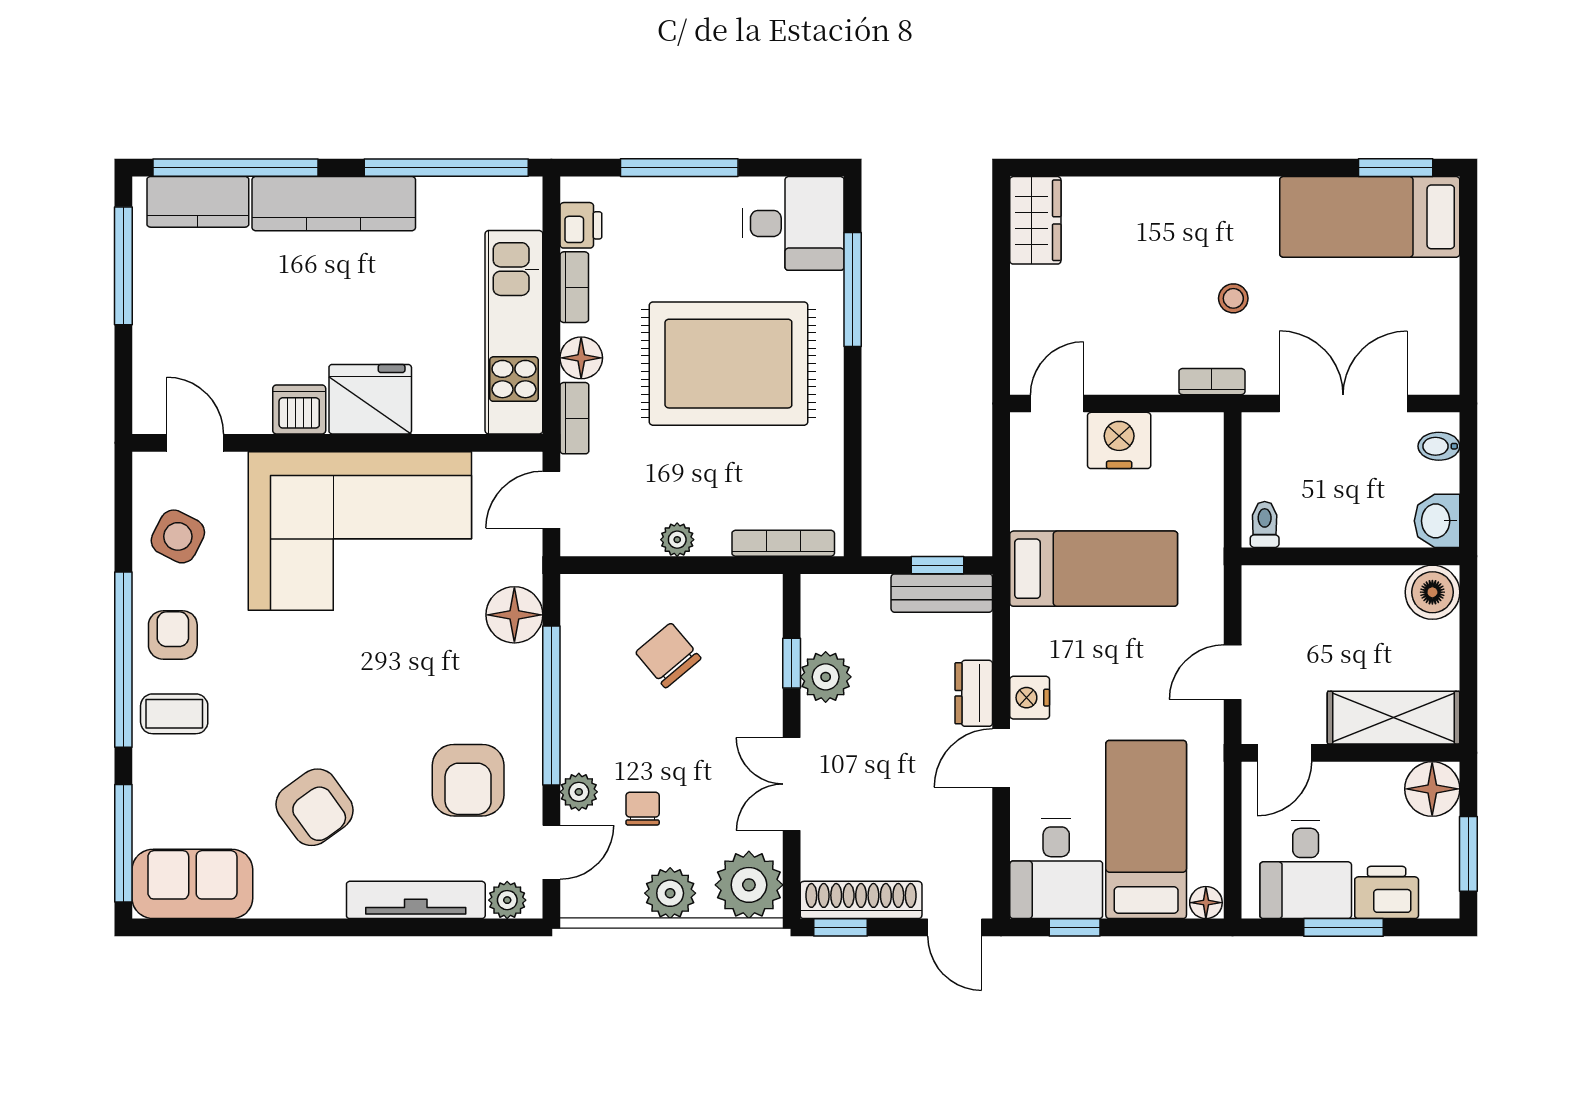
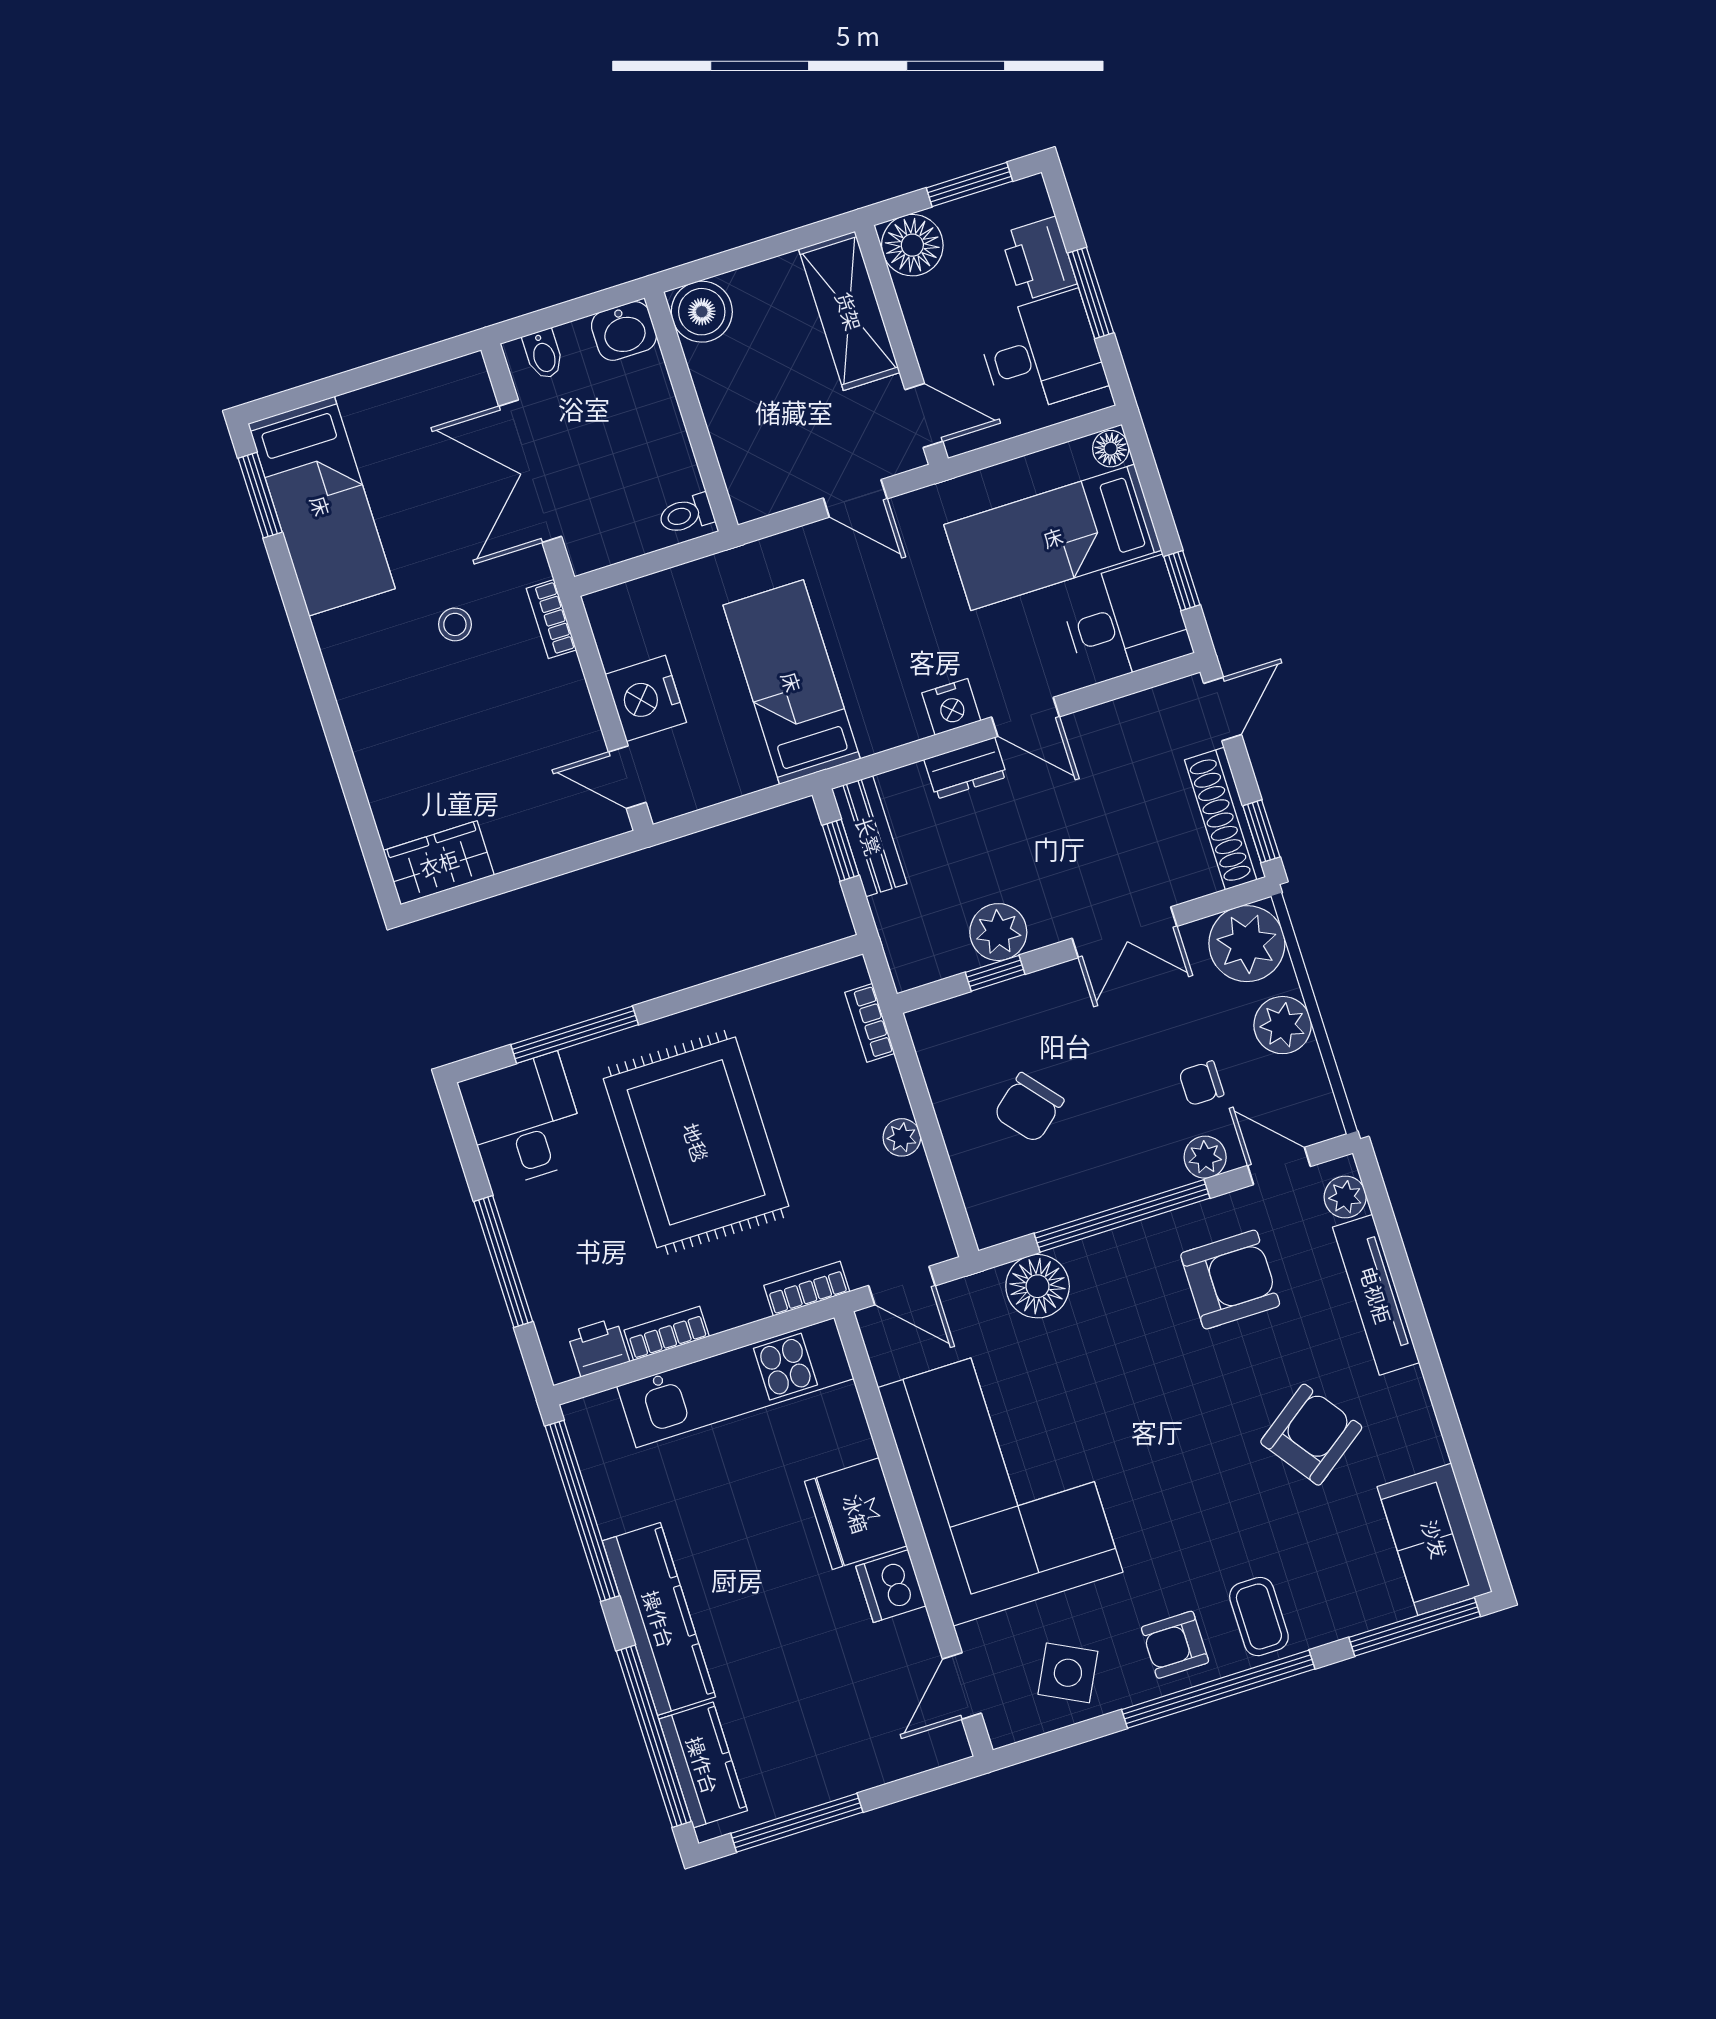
floor lamp: (581, 358) -> (740, 1302), removed
bookcase: (783, 543) -> (870, 1023), width x0.64

